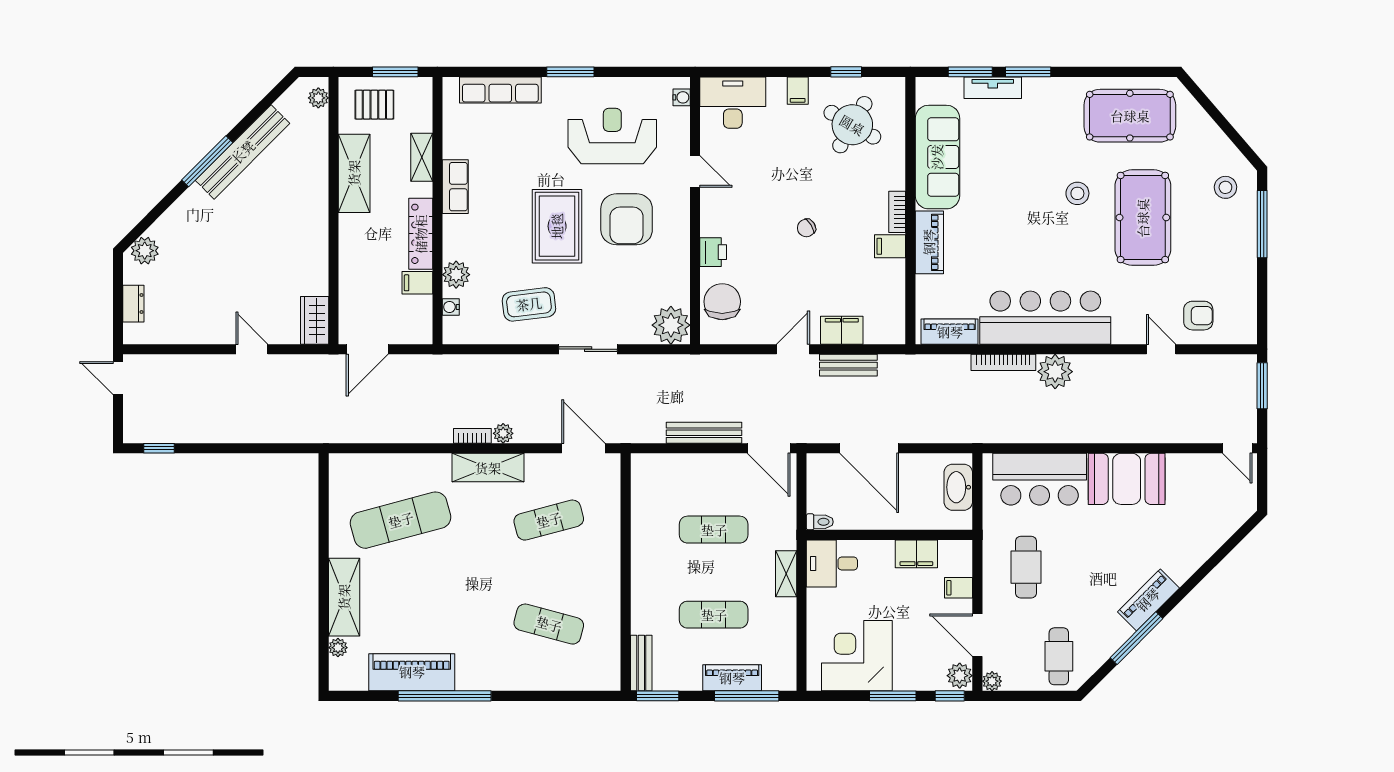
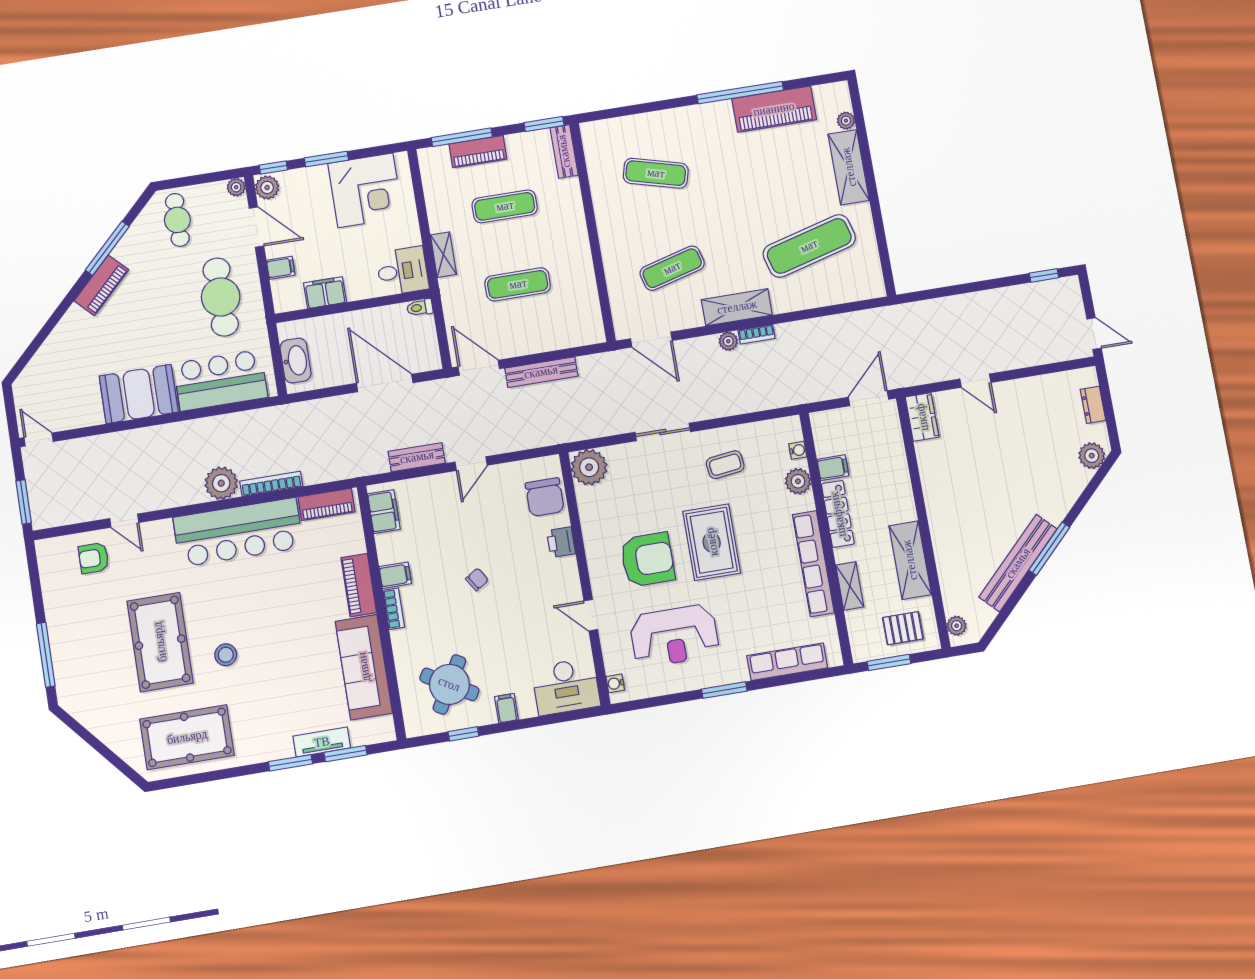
row of seats: (455, 187) -> (813, 564), width x2.02
stool: (1225, 187) -> (86, 684), removed
armchair: (627, 219) -> (648, 560), turned 90
coffee table: (529, 304) -> (725, 465), width x0.73, depth x0.77
filing cabinet: (842, 330) -> (384, 512), moved, turned -90
cafe table: (1026, 567) -> (221, 297), width x1.37, depth x1.35

